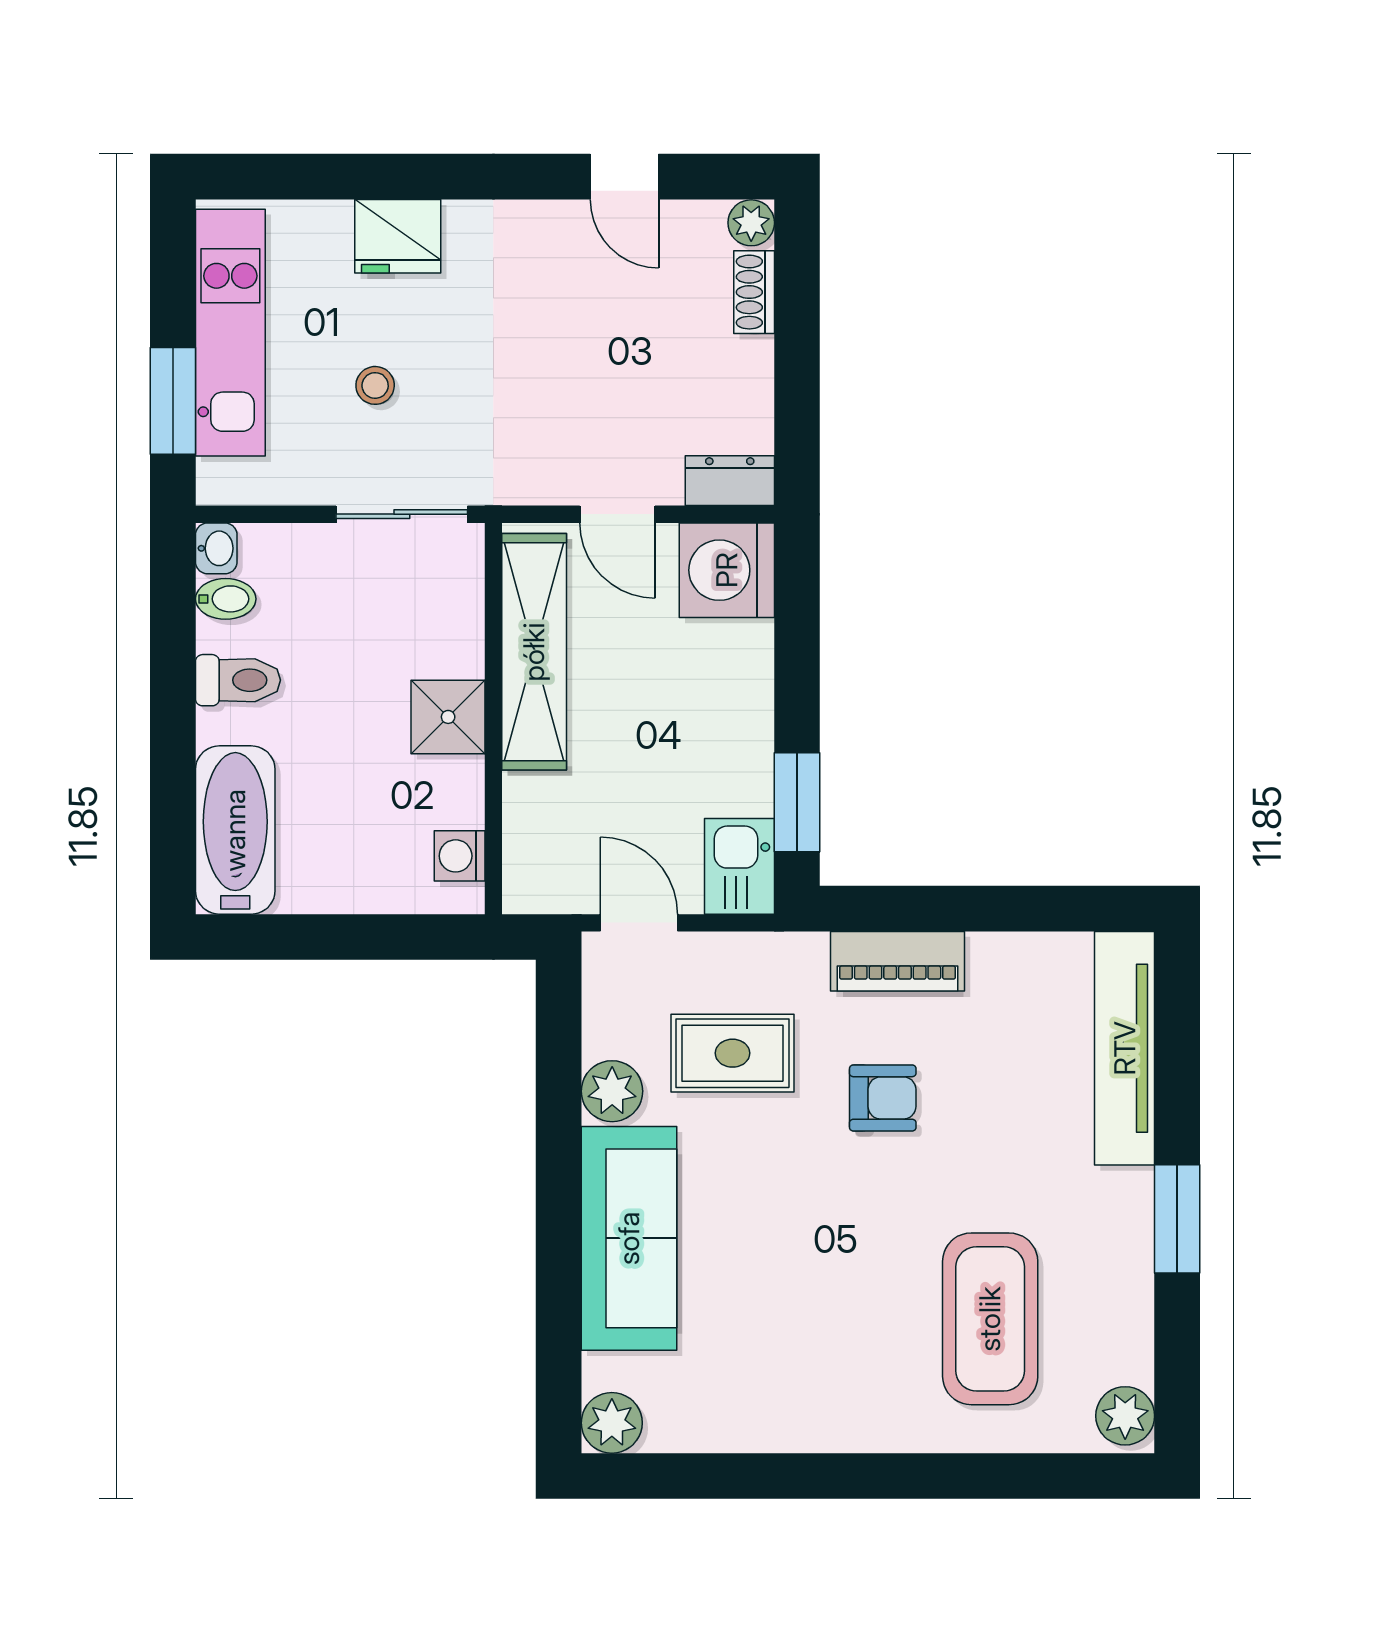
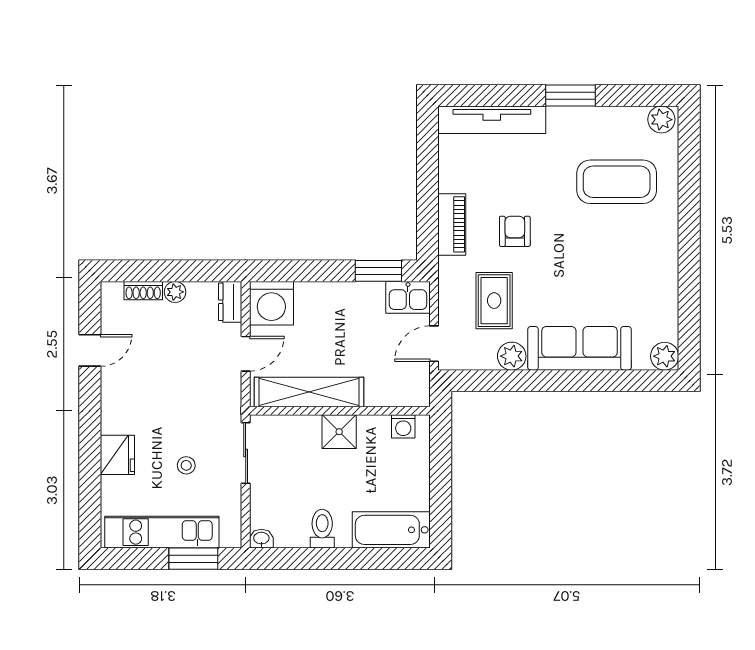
plant: (751, 223) -> (175, 292), moved
bidet: (226, 599) -> (285, 534), removed

